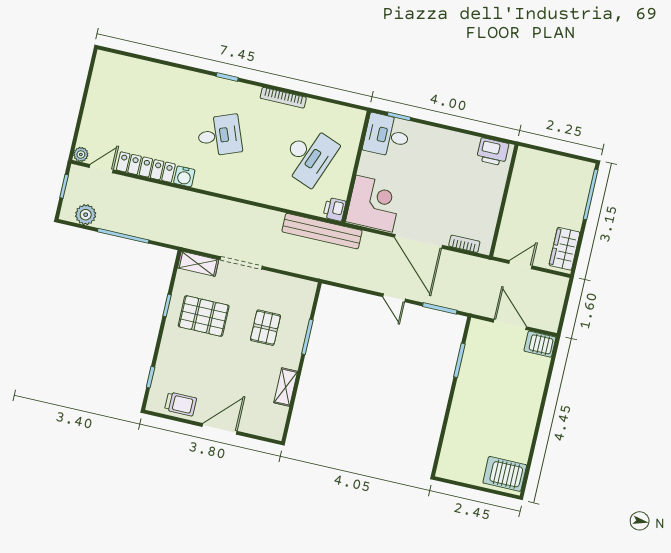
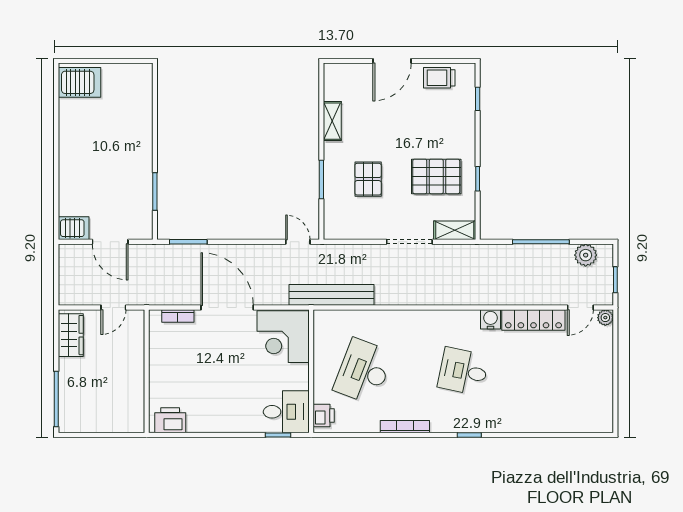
desk: (219, 135) -> (463, 371), turned 33
printer: (335, 209) -> (324, 416), moved
door: (394, 298) -> (298, 242), moved

